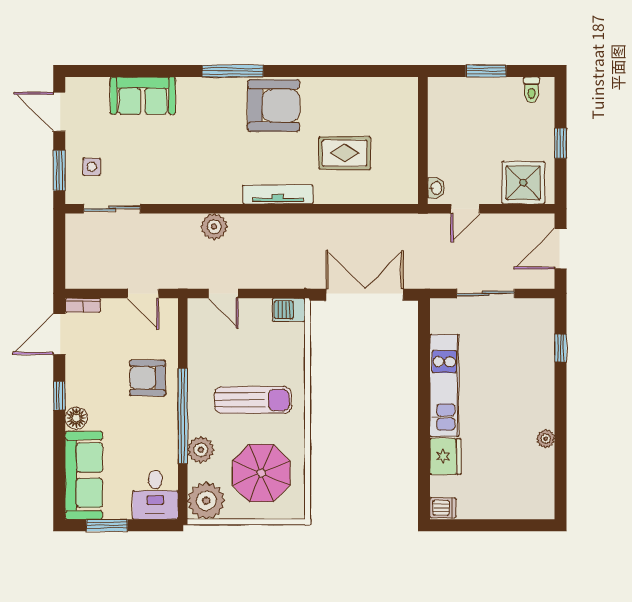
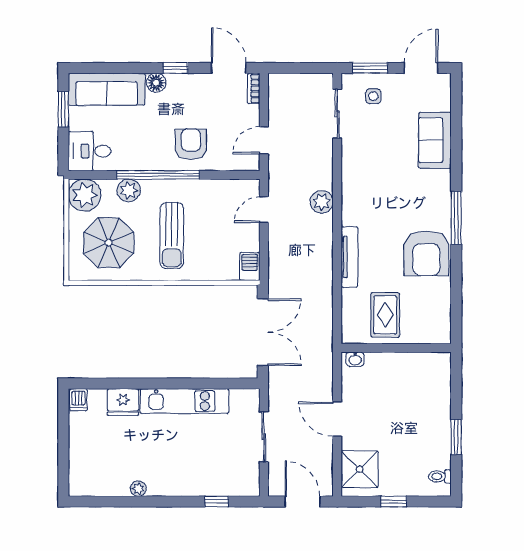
wall: (423, 140) -> (396, 348), moved
washbasin: (436, 188) -> (355, 359), moved
door: (465, 209) -> (337, 419), width x1.38

